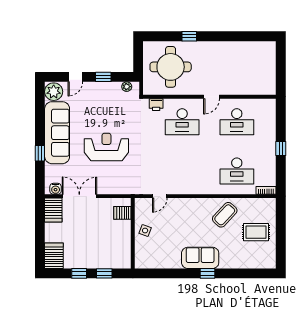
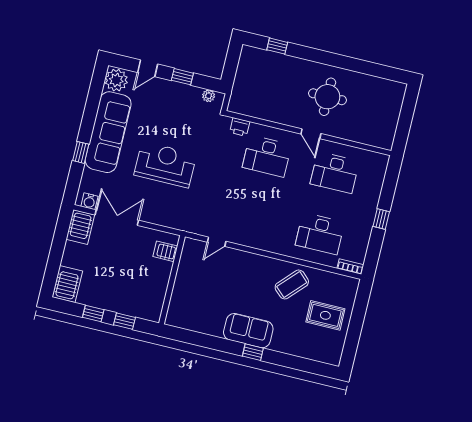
window: (189, 36) -> (277, 46), moved
round table: (171, 67) -> (327, 97), moved, width x0.73, depth x0.73
door: (212, 97) -> (311, 134), hinge flipped
side table: (145, 231) -> (188, 280), removed

